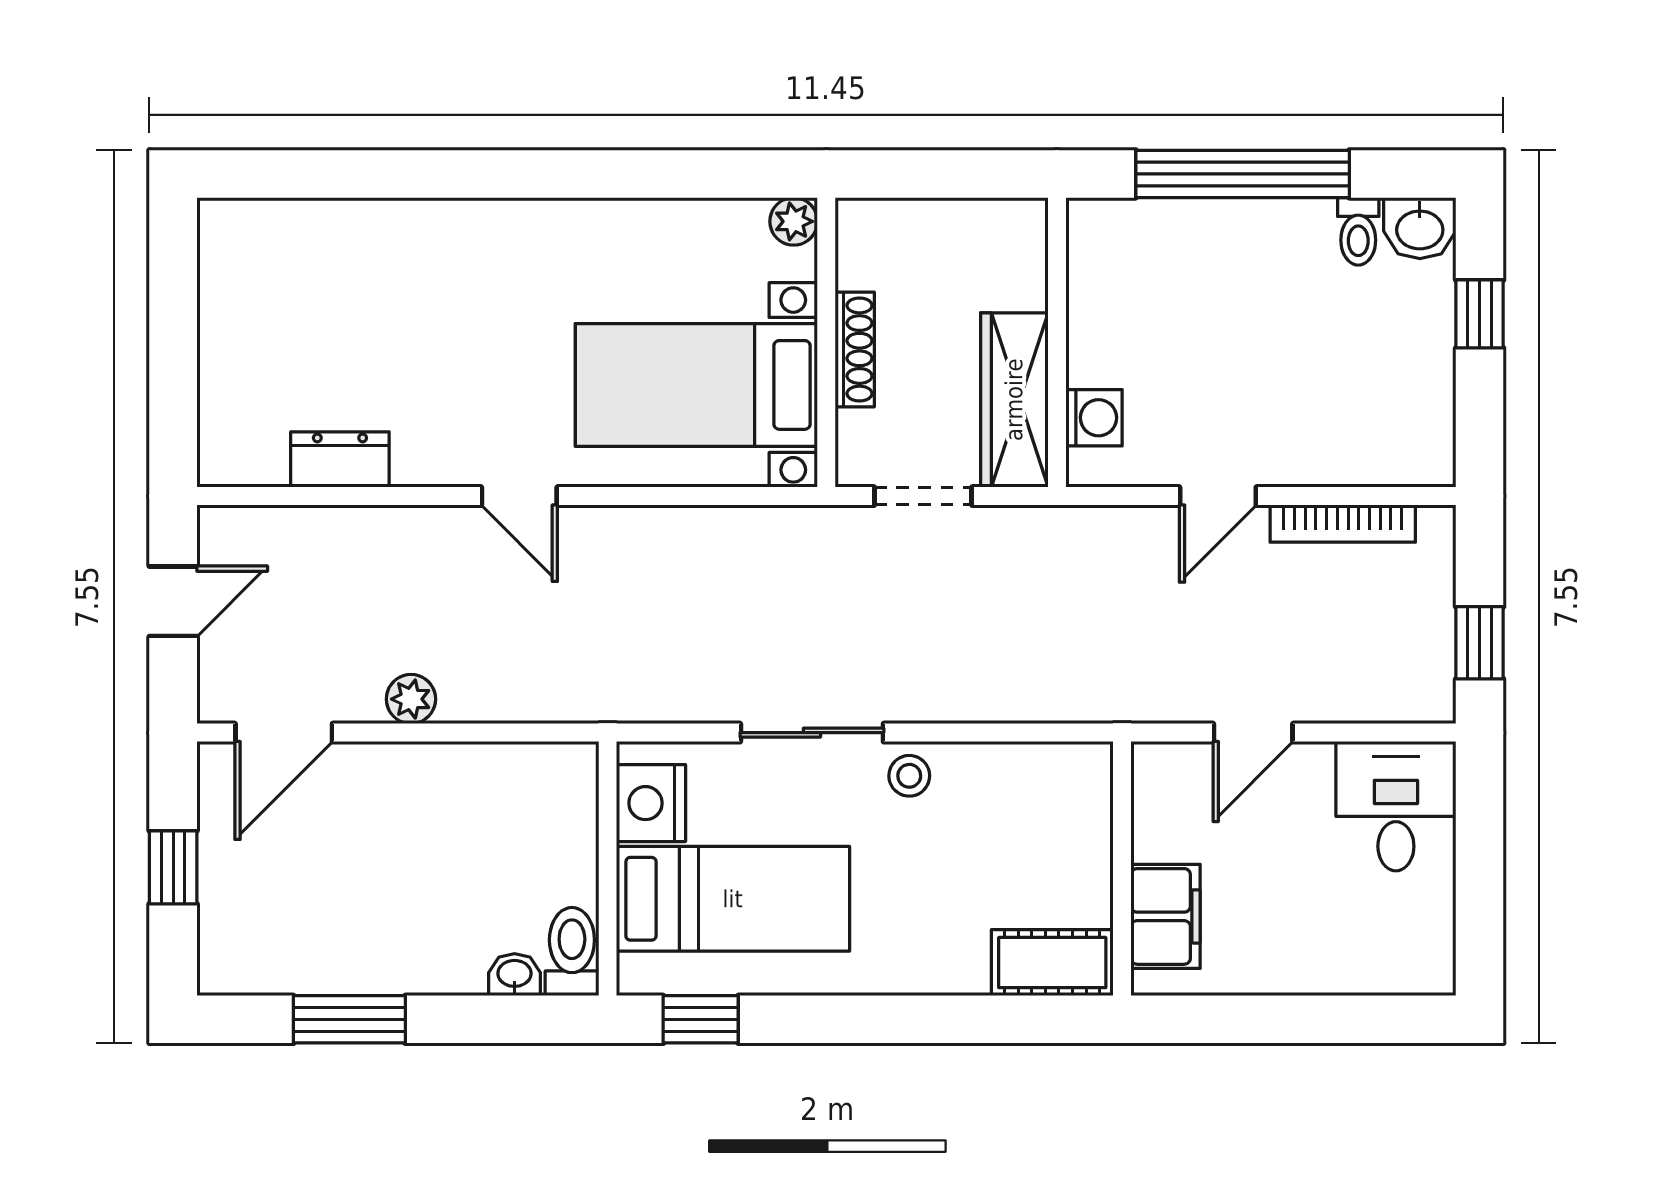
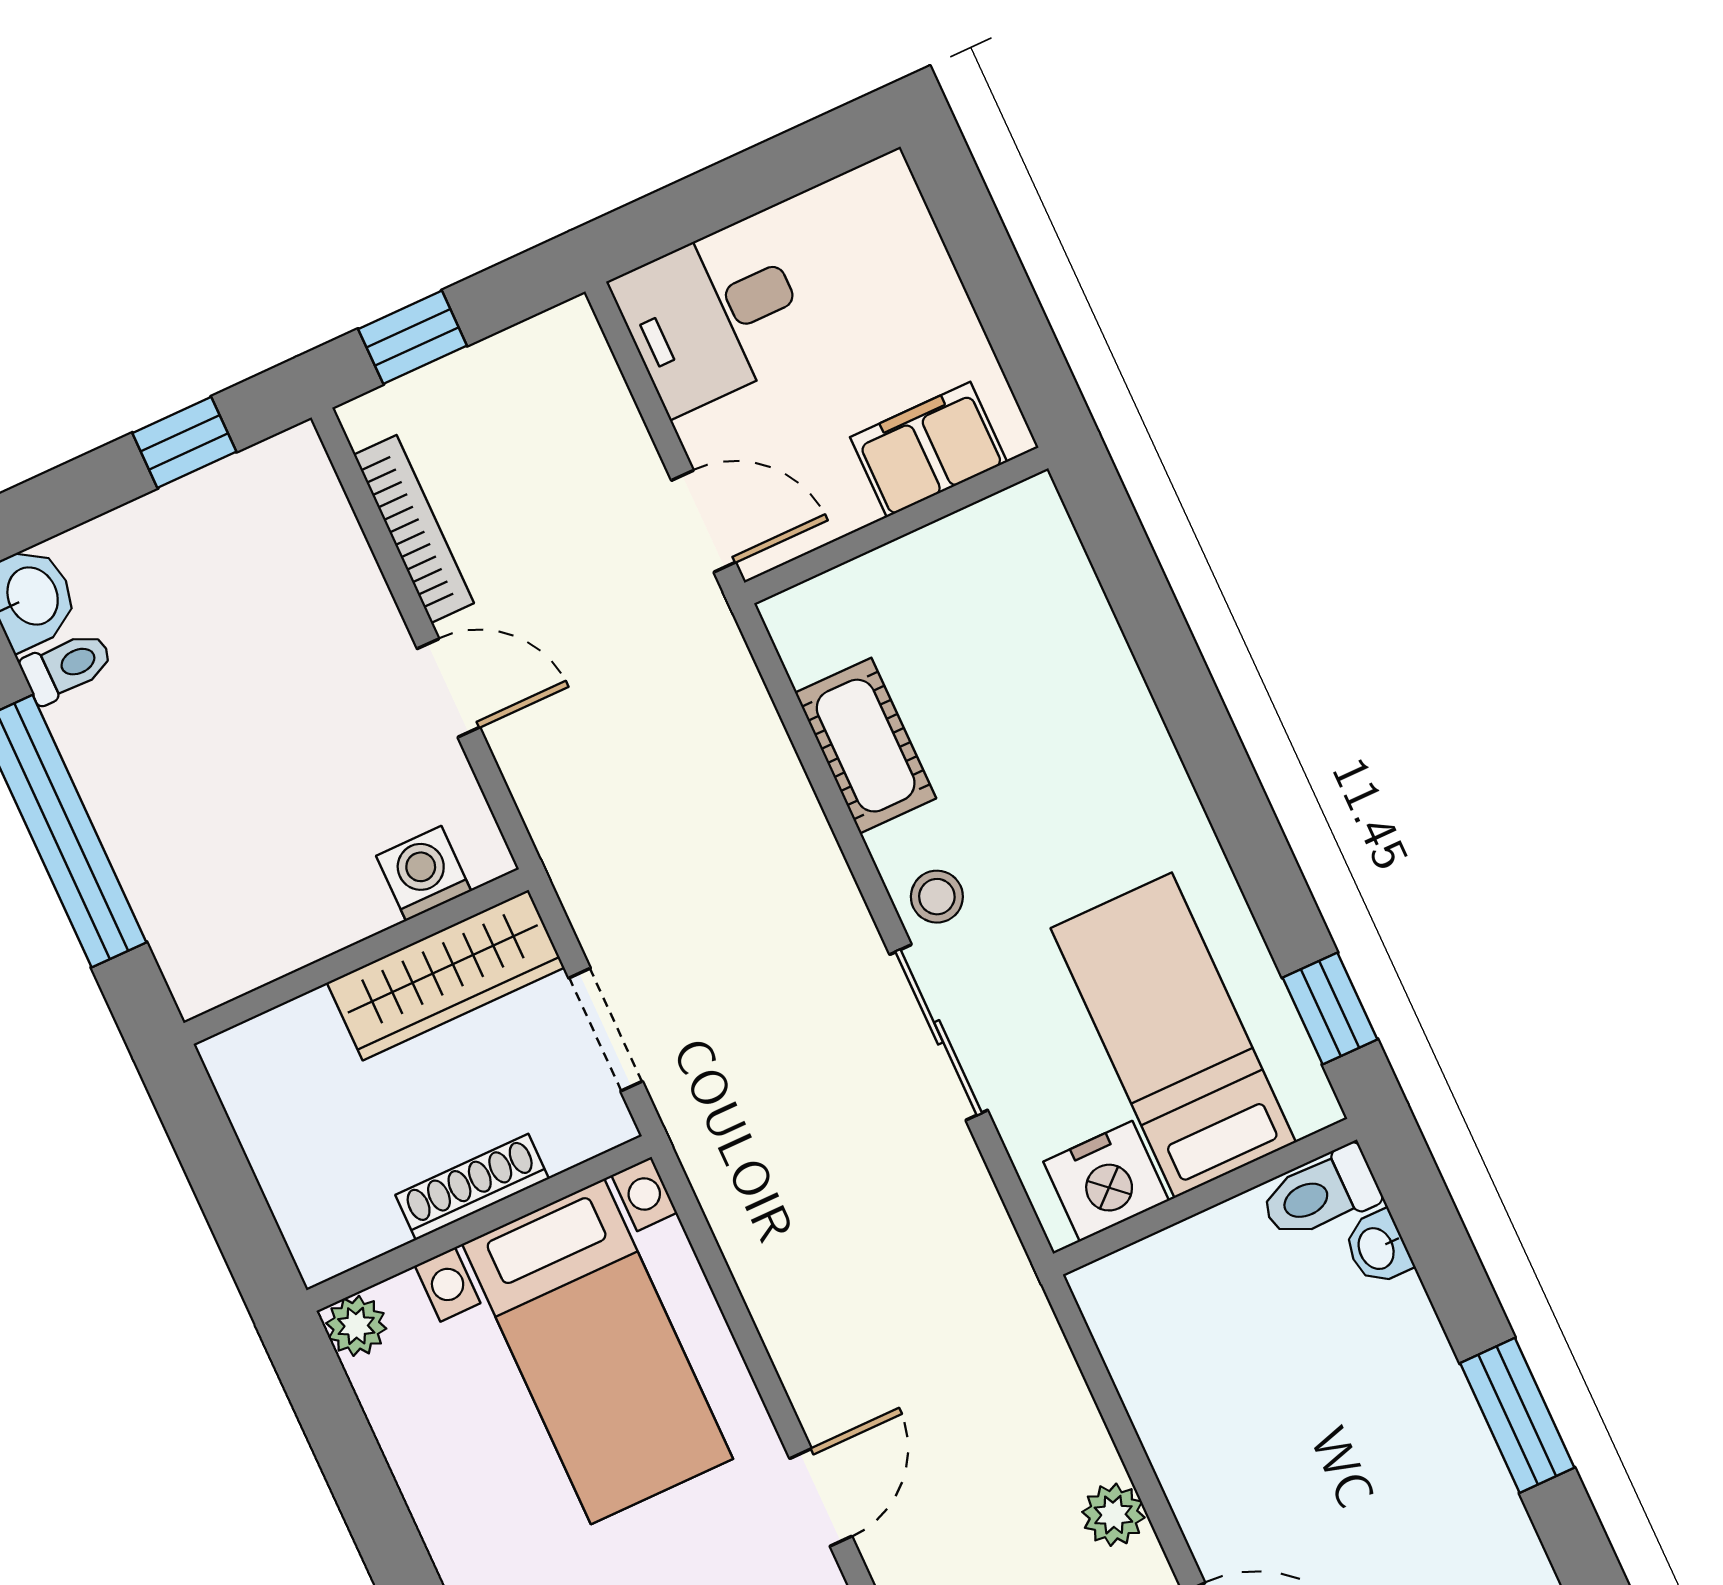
window: (1480, 314) -> (184, 442), moved
window: (1480, 643) -> (413, 337), moved
wall: (1122, 869) -> (896, 526), moved
filing cabinet: (1165, 916) -> (929, 450), moved
cot: (1052, 963) -> (866, 746), moved

